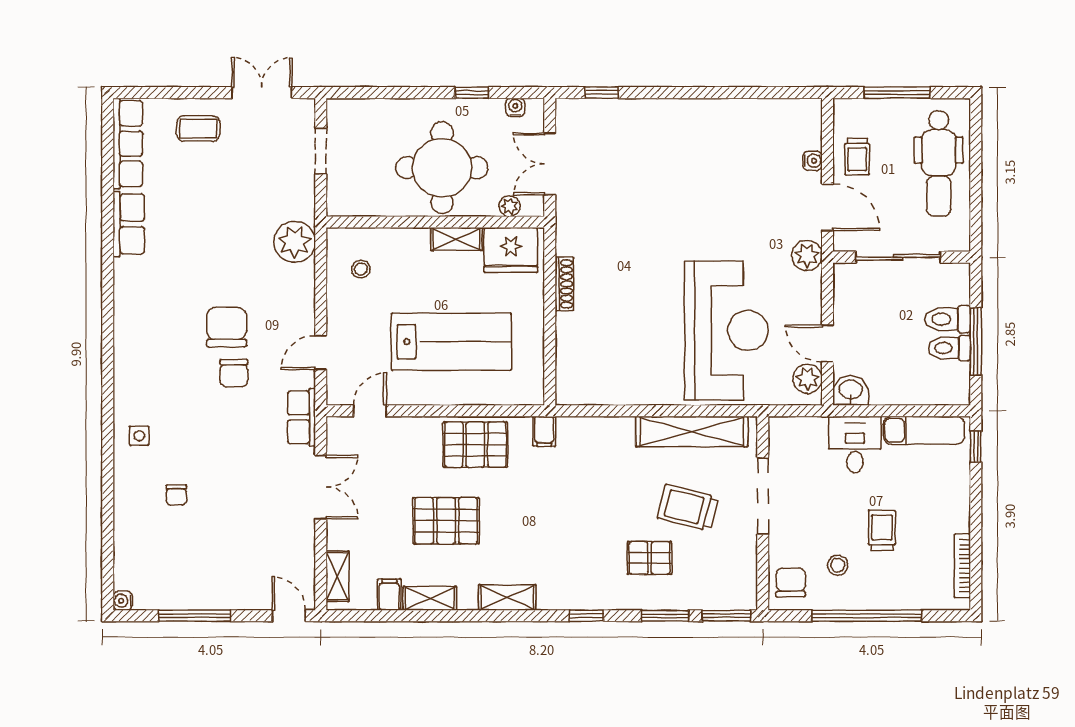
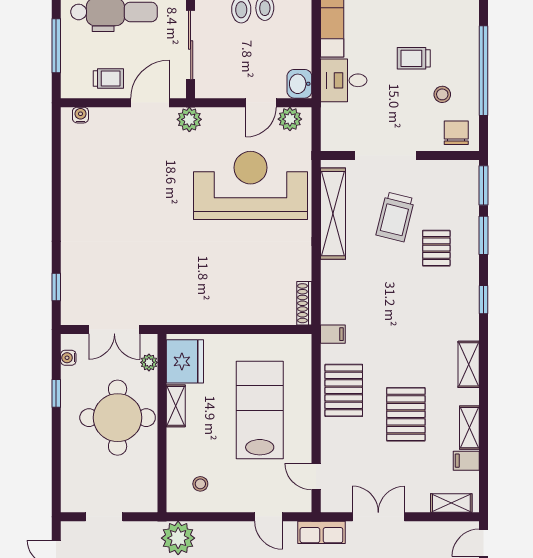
water cooler: (812, 161) -> (80, 115), moved
shoe rack: (564, 284) -> (304, 303), moved, turned -90
chair: (791, 582) -> (456, 133), turned 90

